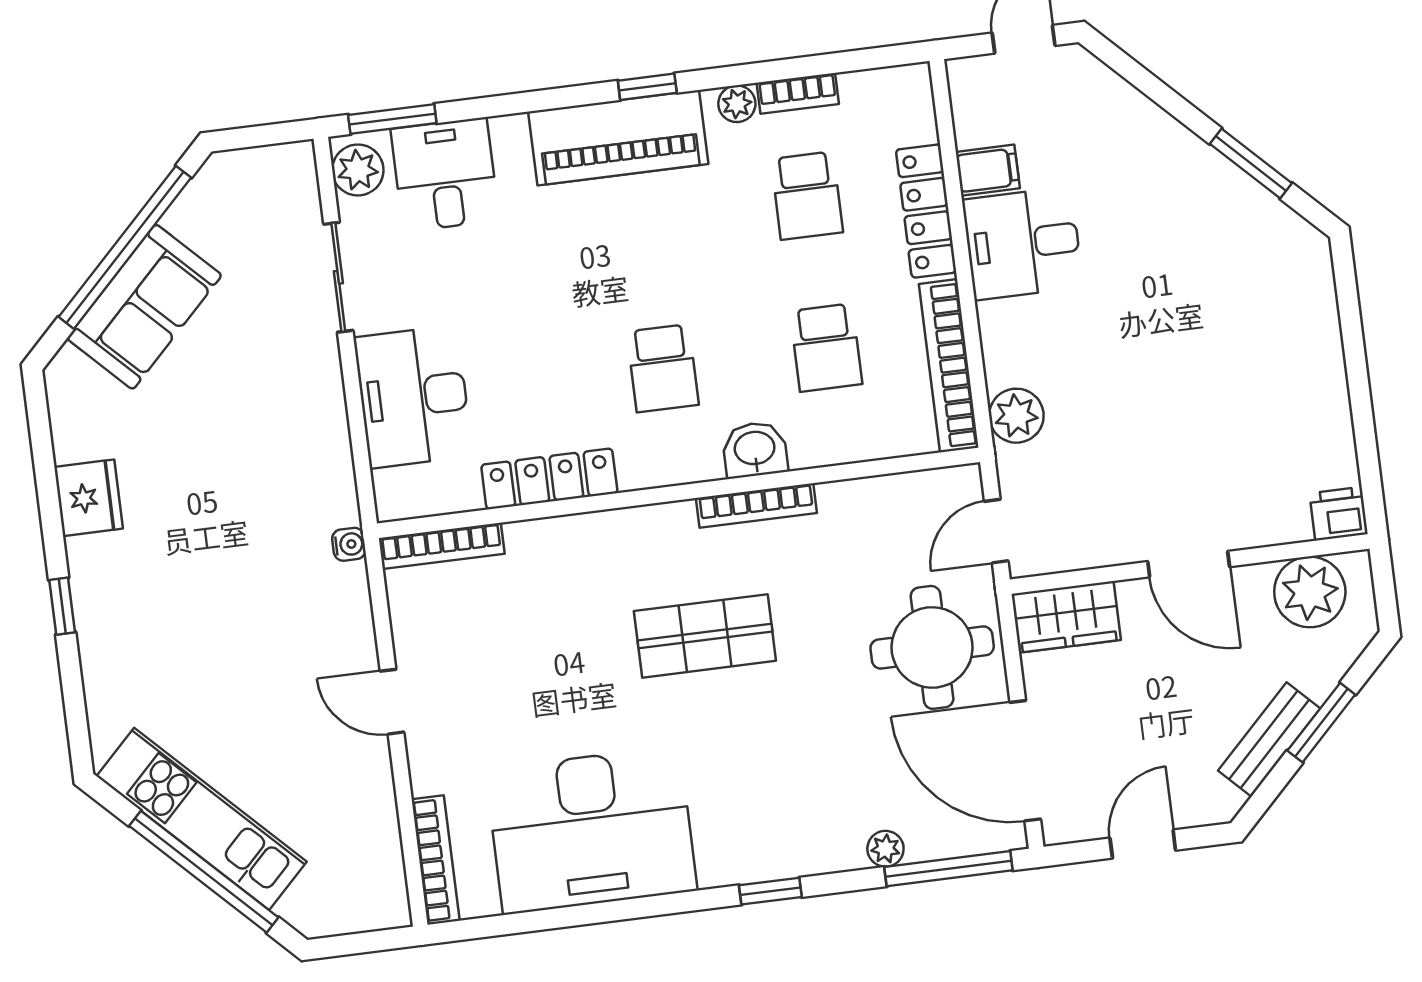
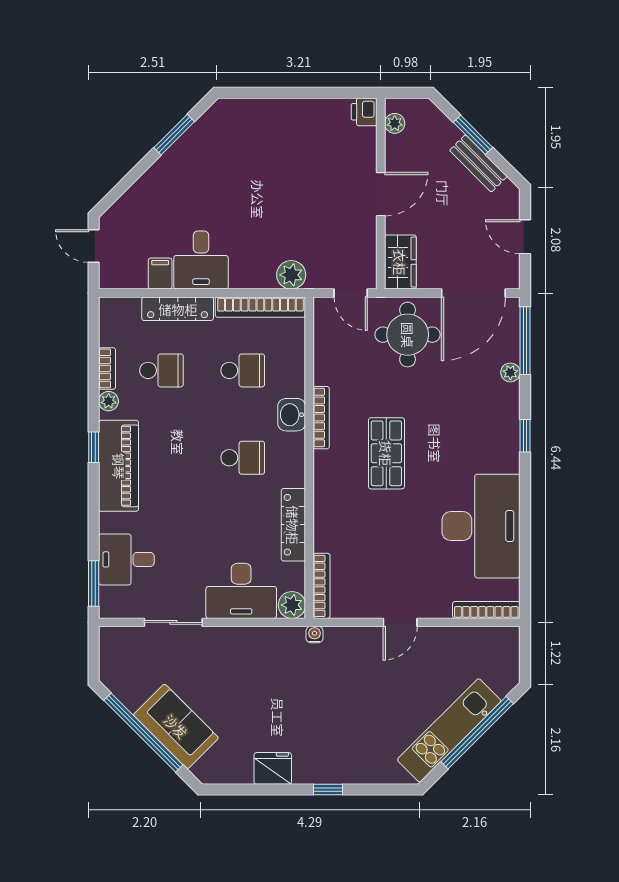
plant: (358, 170) -> (292, 605), moved
plant: (1310, 592) -> (395, 123), width x0.53, depth x0.53

